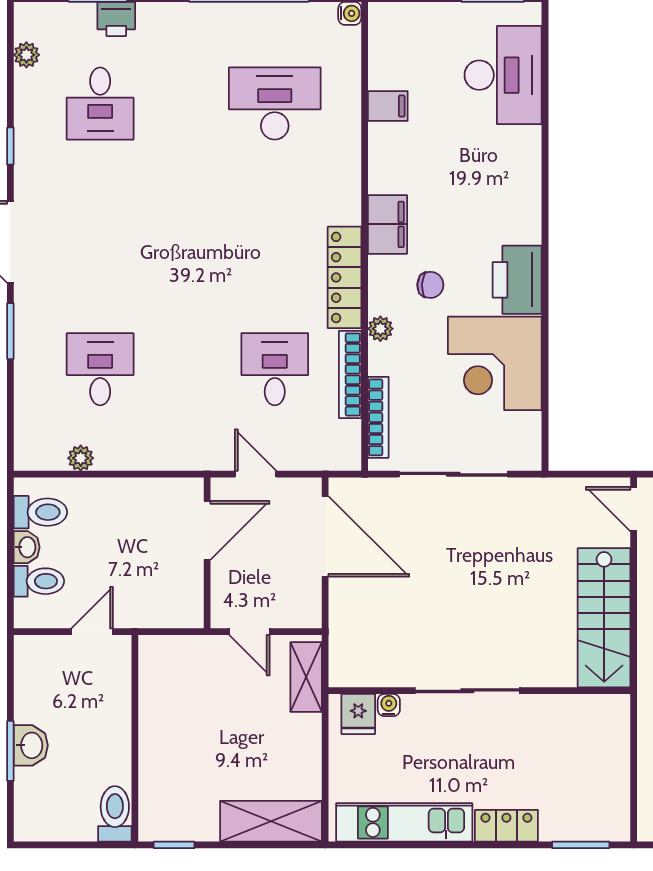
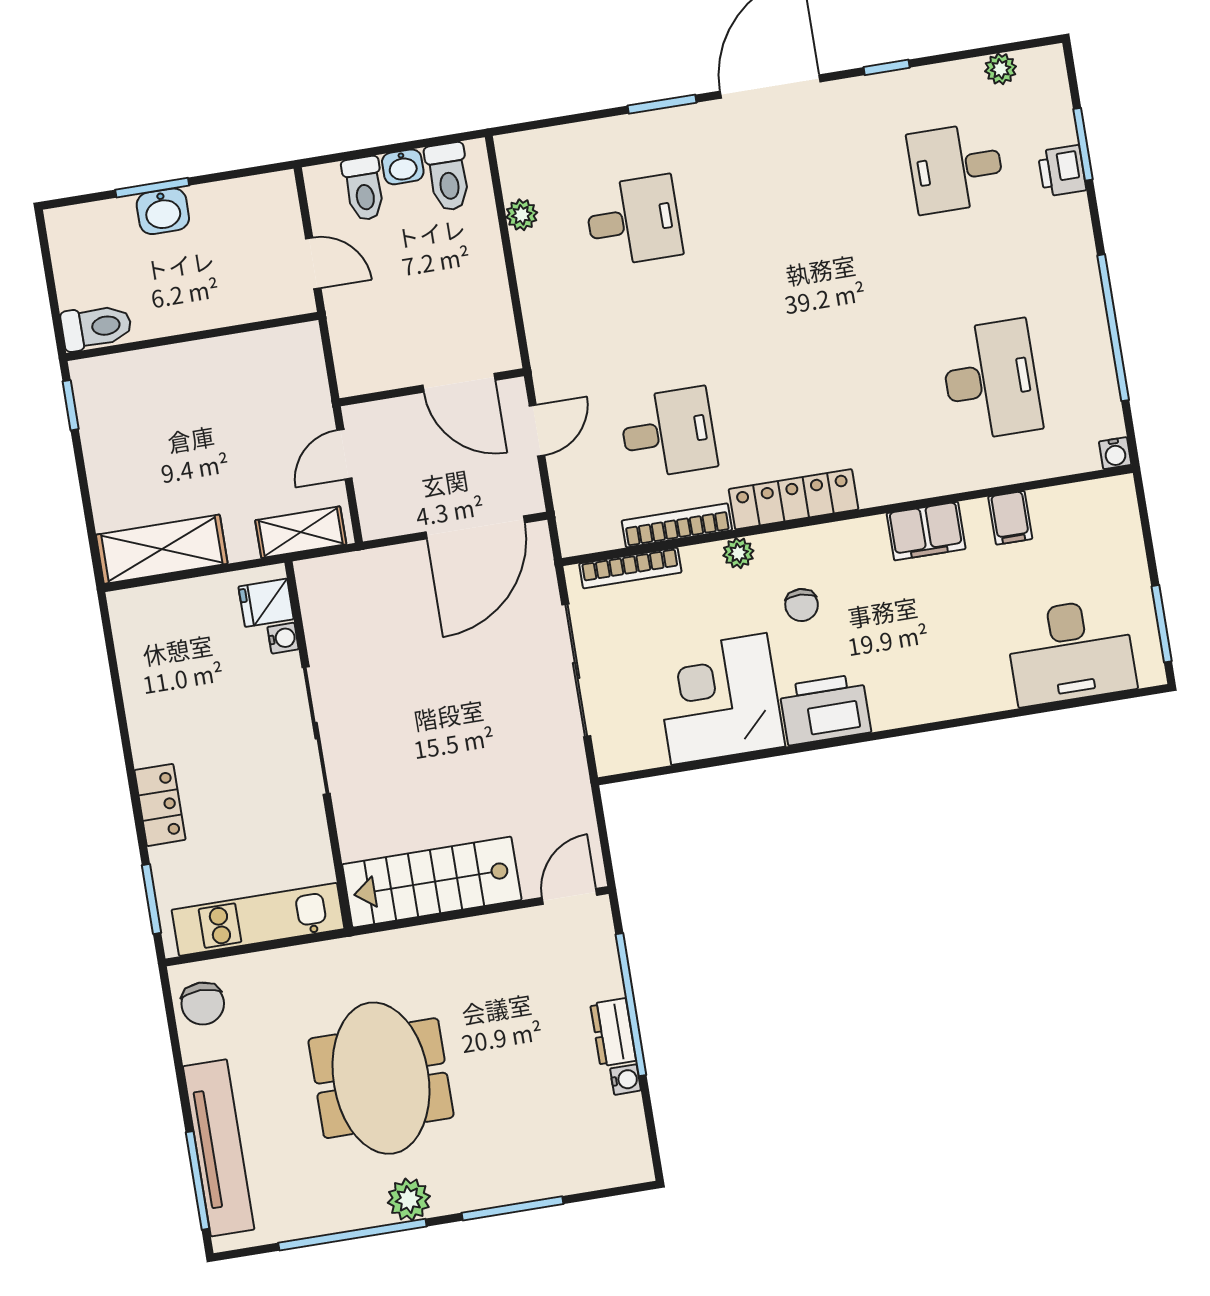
filing cabinet: (387, 224) -> (926, 531), moved
shelving: (271, 821) -> (162, 549), moved, turned 90
kitchen unit: (404, 822) -> (258, 919), moved, turned -90

